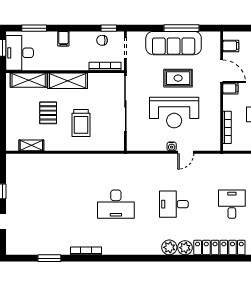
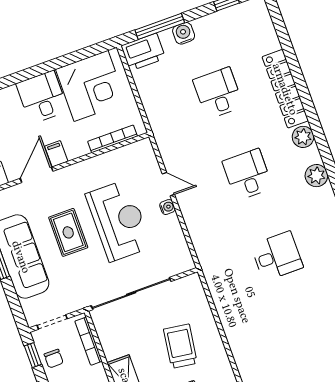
trolley: (81, 123) -> (180, 346), turned -82
desk: (116, 204) -> (277, 256), width x0.73
desk: (174, 204) -> (248, 175), turned 180
desk: (232, 204) -> (218, 93), turned 90
plant: (169, 247) -> (316, 176), moved

